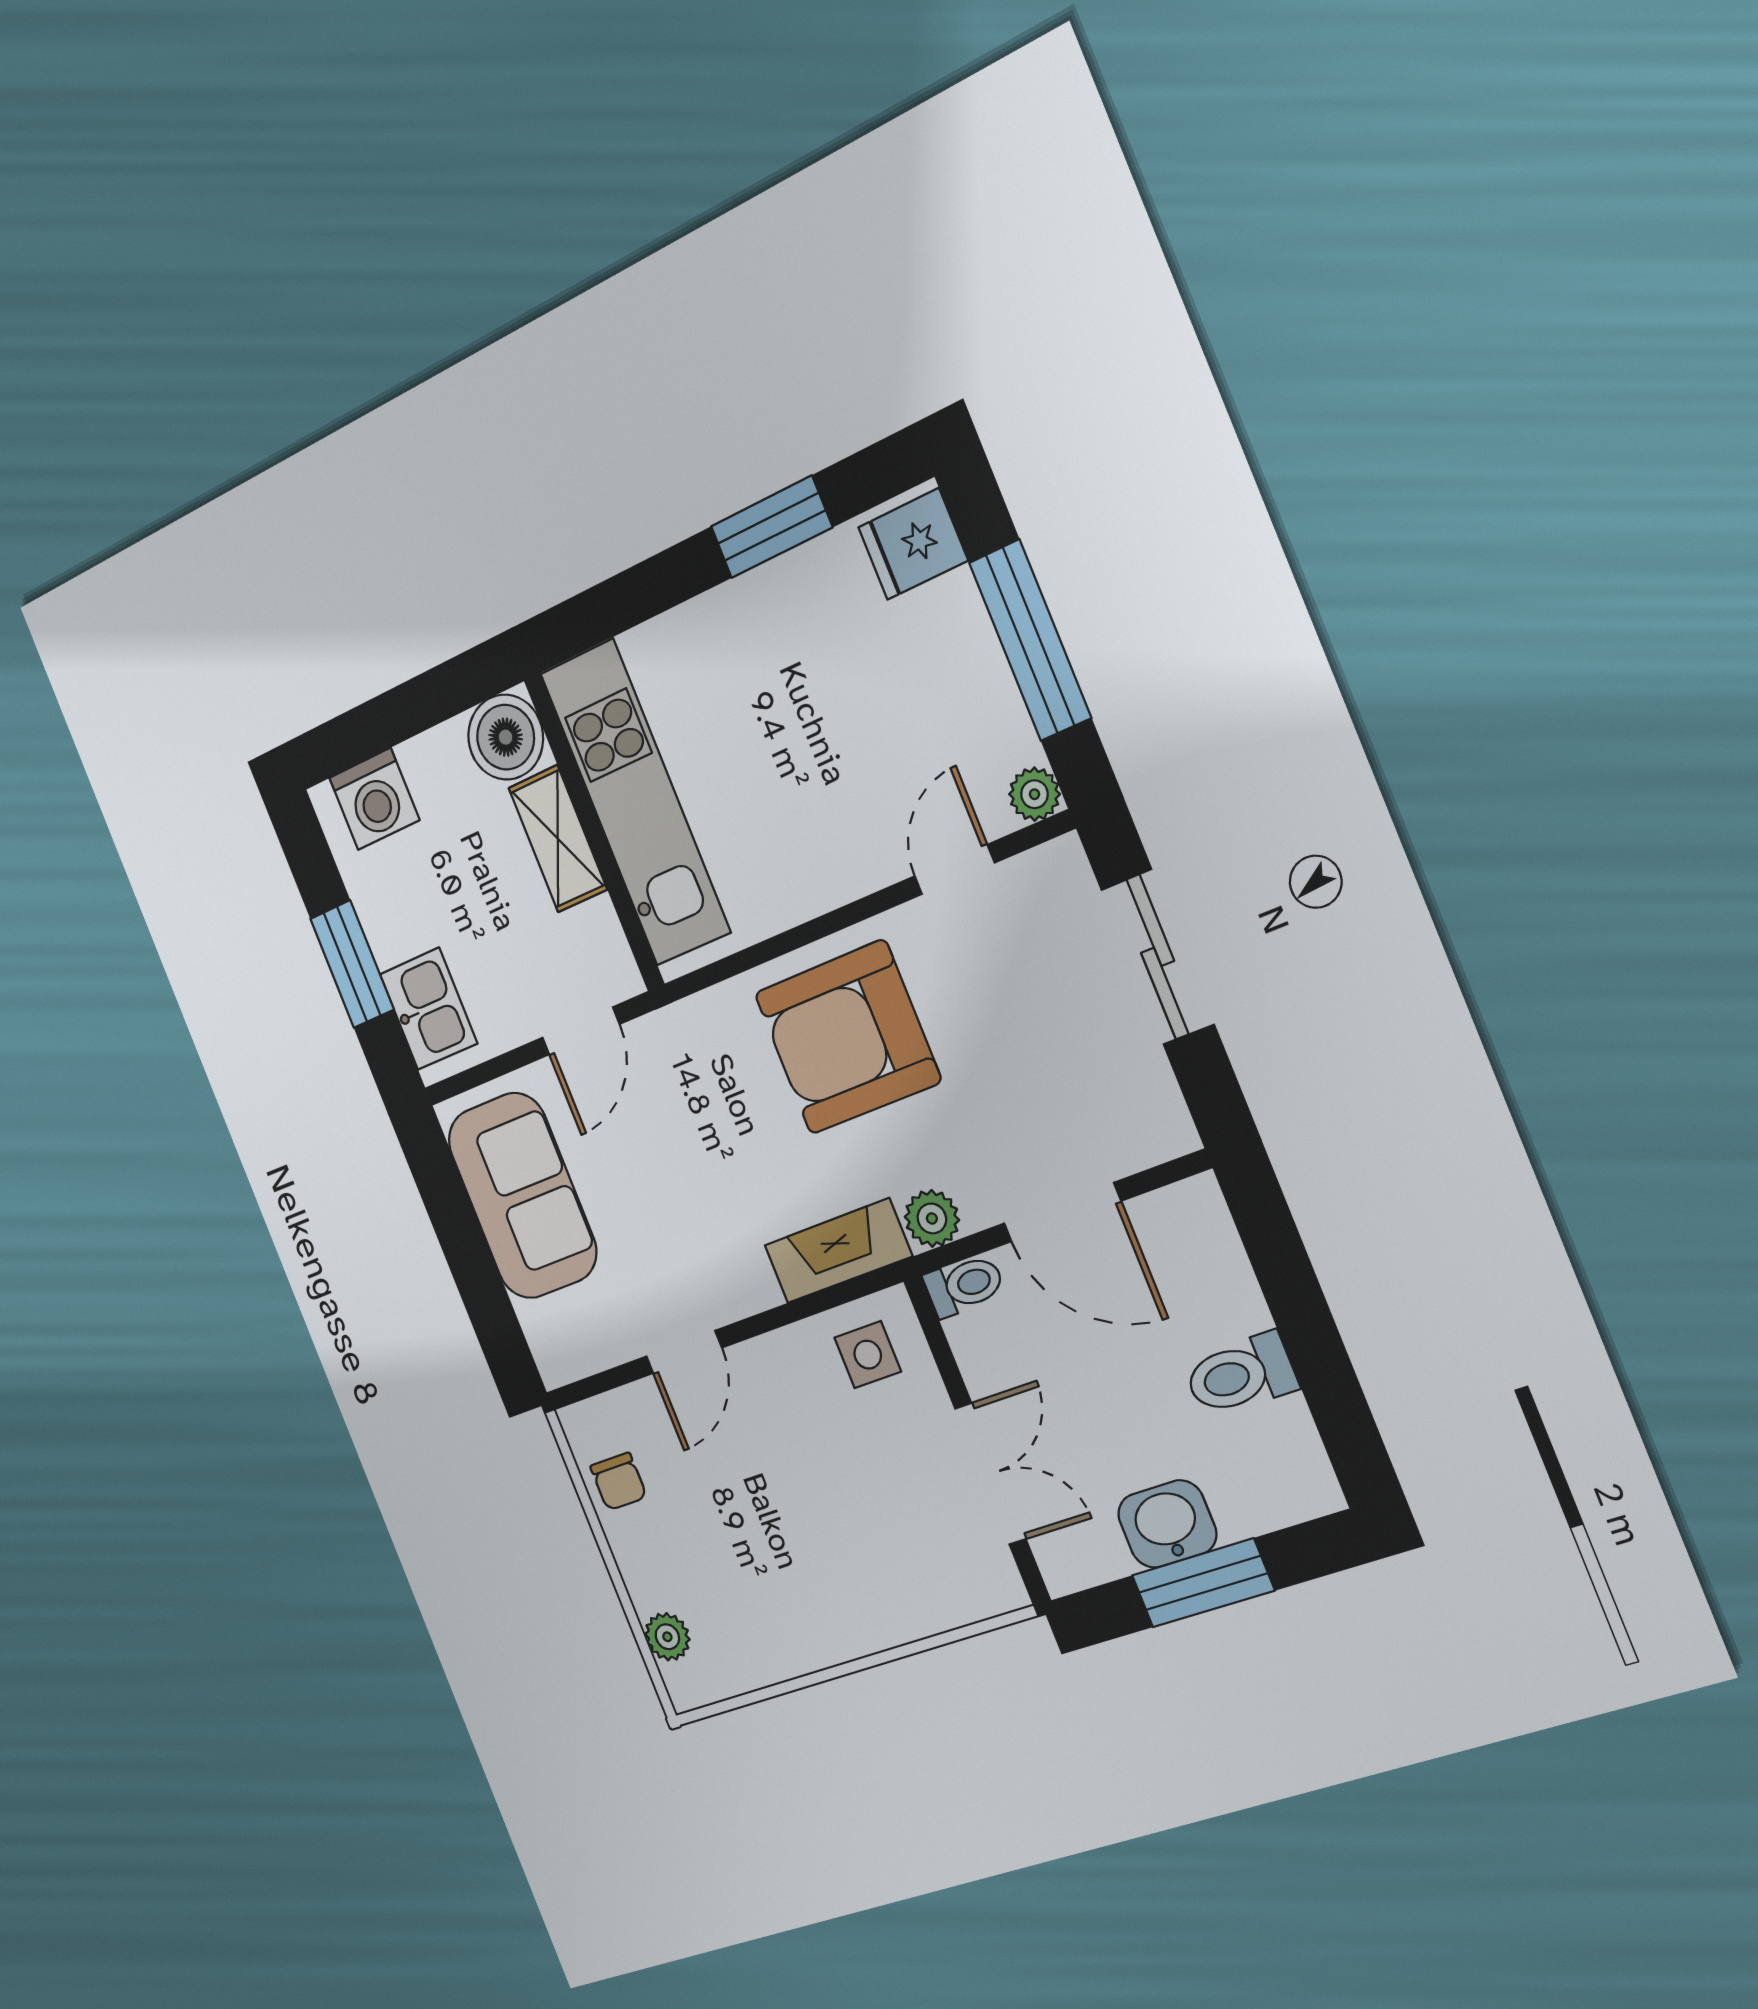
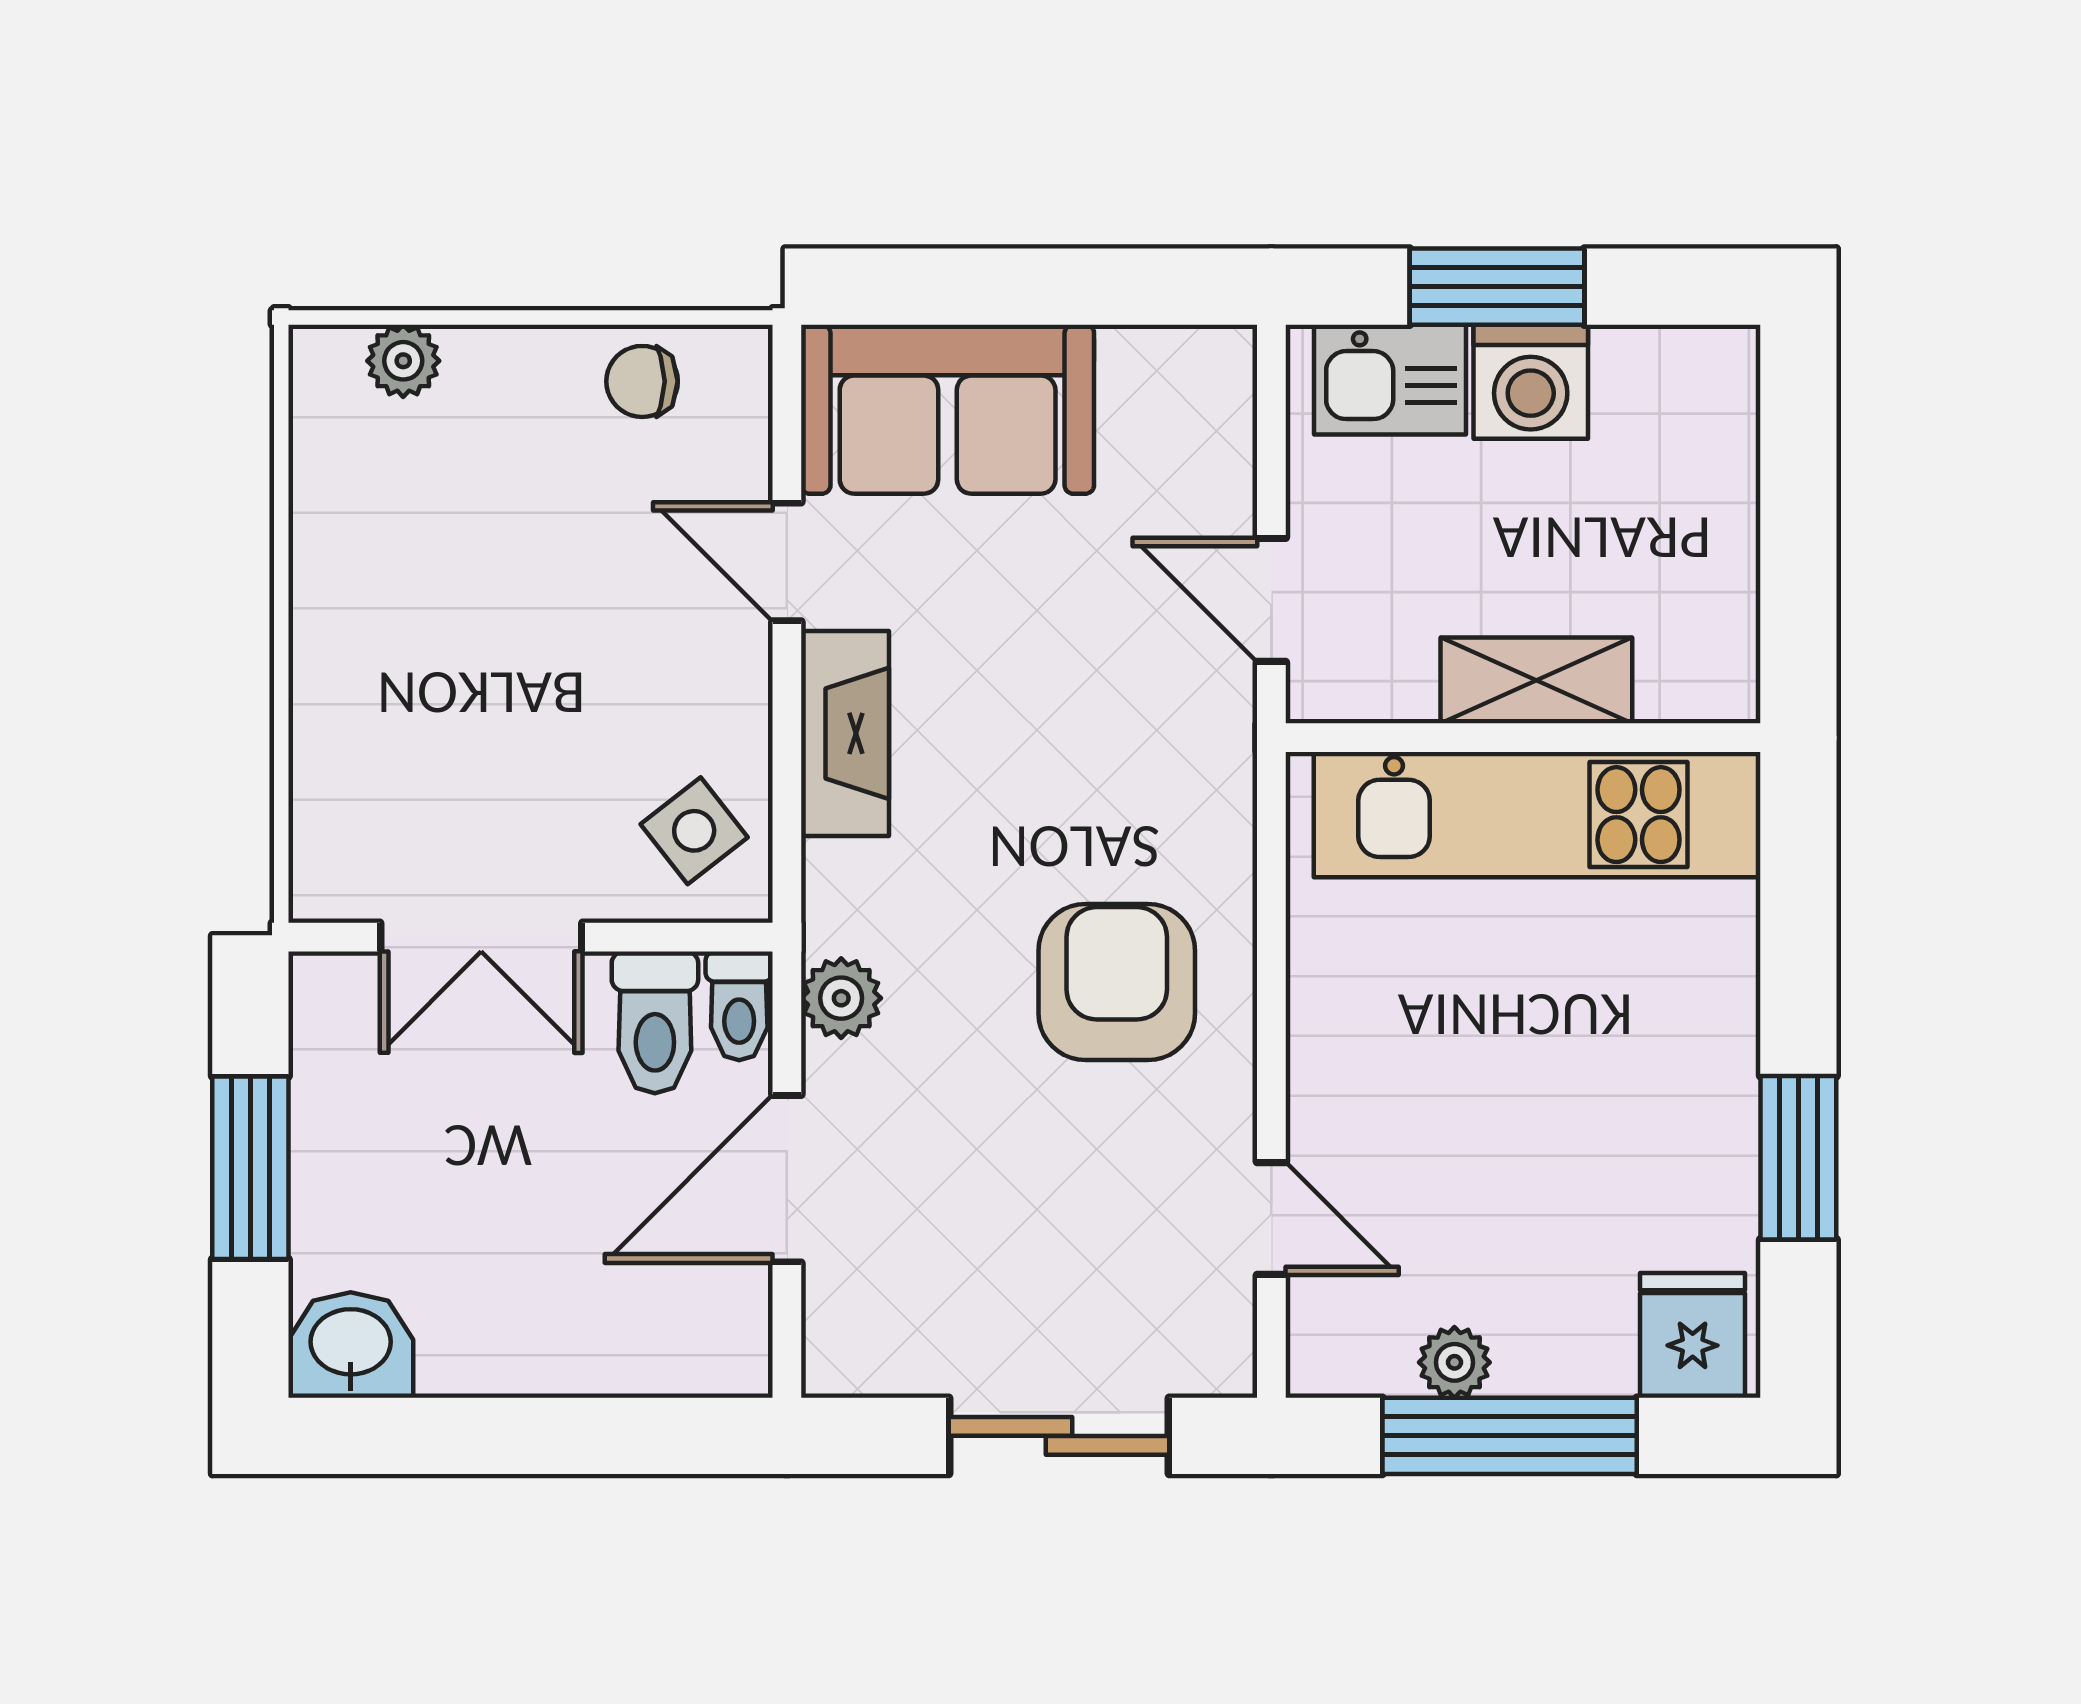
boiler: (506, 737) -> (1700, 663), removed
plant: (1034, 794) -> (1454, 1362), moved
washing machine: (374, 799) -> (1531, 382), moved, turned -90
armchair: (848, 1037) -> (1117, 982), width x0.73, depth x0.73
sofa: (522, 1196) -> (948, 409), moved
fireplace: (838, 1251) -> (845, 733), moved
side table: (868, 1355) -> (694, 831), turned -38
toilet: (1240, 1375) -> (655, 1022), moved, turned 180
washbasin: (1167, 1524) -> (351, 1345), moved, turned -90

